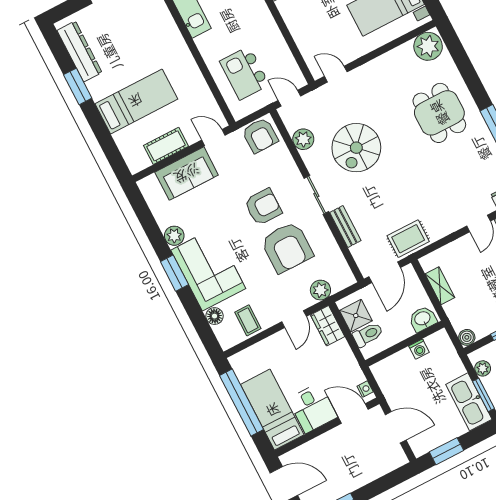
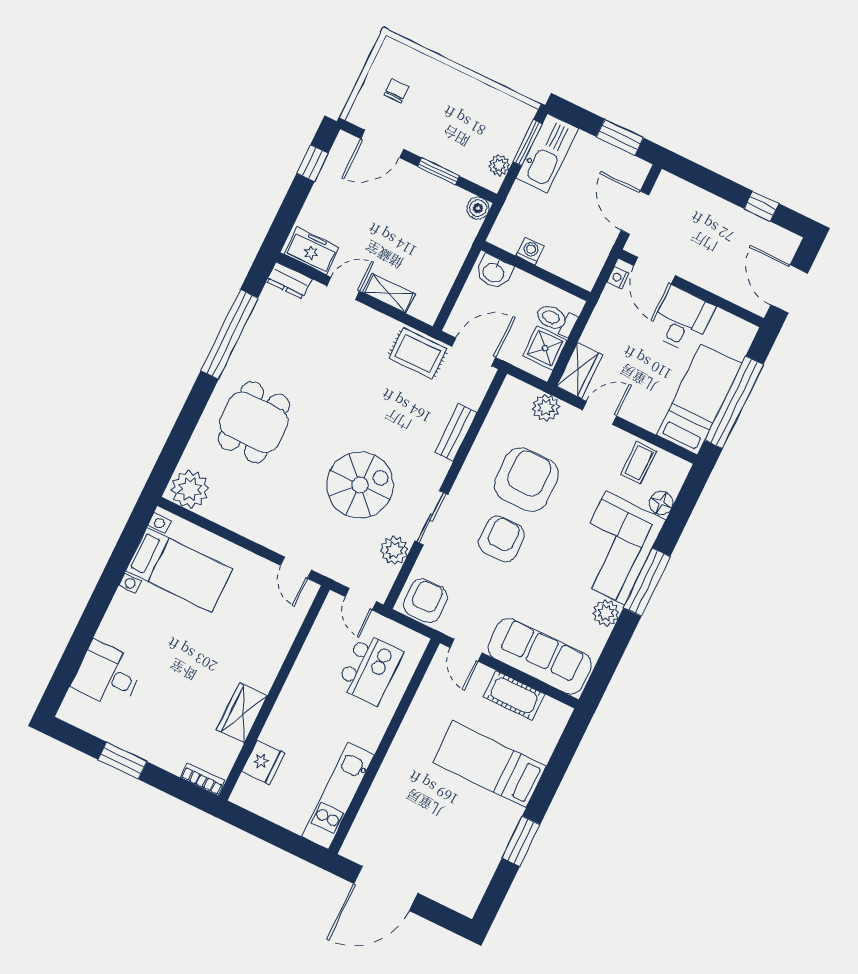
dresser: (80, 51) -> (481, 868), removed
sofa: (187, 174) -> (540, 656), width x1.36
sliding door: (316, 195) -> (431, 518), moved
armchair: (263, 207) -> (502, 539), turned 90
window: (174, 273) -> (647, 582), width x1.44
shelving: (440, 286) -> (389, 293), moved, turned 90
bed: (272, 410) -> (699, 399), moved, turned 180

